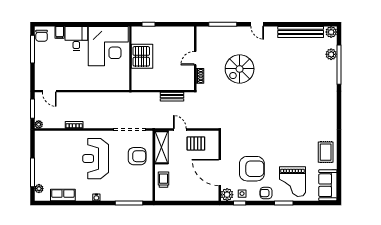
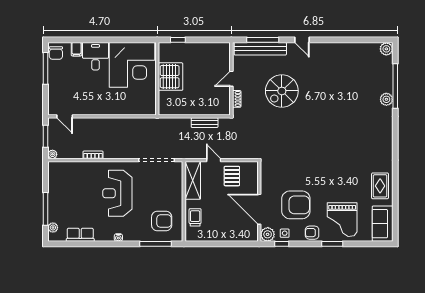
bench: (301, 32) -> (260, 49), moved
plant: (331, 54) -> (386, 99), moved
pallet: (196, 143) -> (232, 176), turned 90
armchair: (137, 156) -> (162, 221), moved

